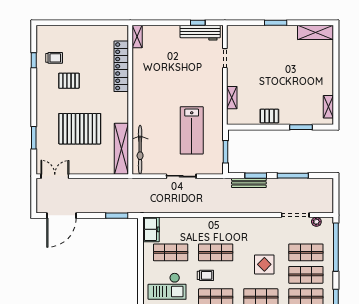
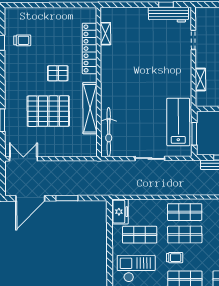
shelving: (137, 36) -> (105, 34), moved
pallet: (69, 81) -> (58, 73), moved
lab bench: (192, 130) -> (178, 122), moved, turned 180
shelving: (121, 149) -> (90, 108), moved
window: (117, 216) -> (67, 198), moved
shop shelf: (216, 230) -> (185, 212), added
checkout: (167, 286) -> (136, 269), turned 180

